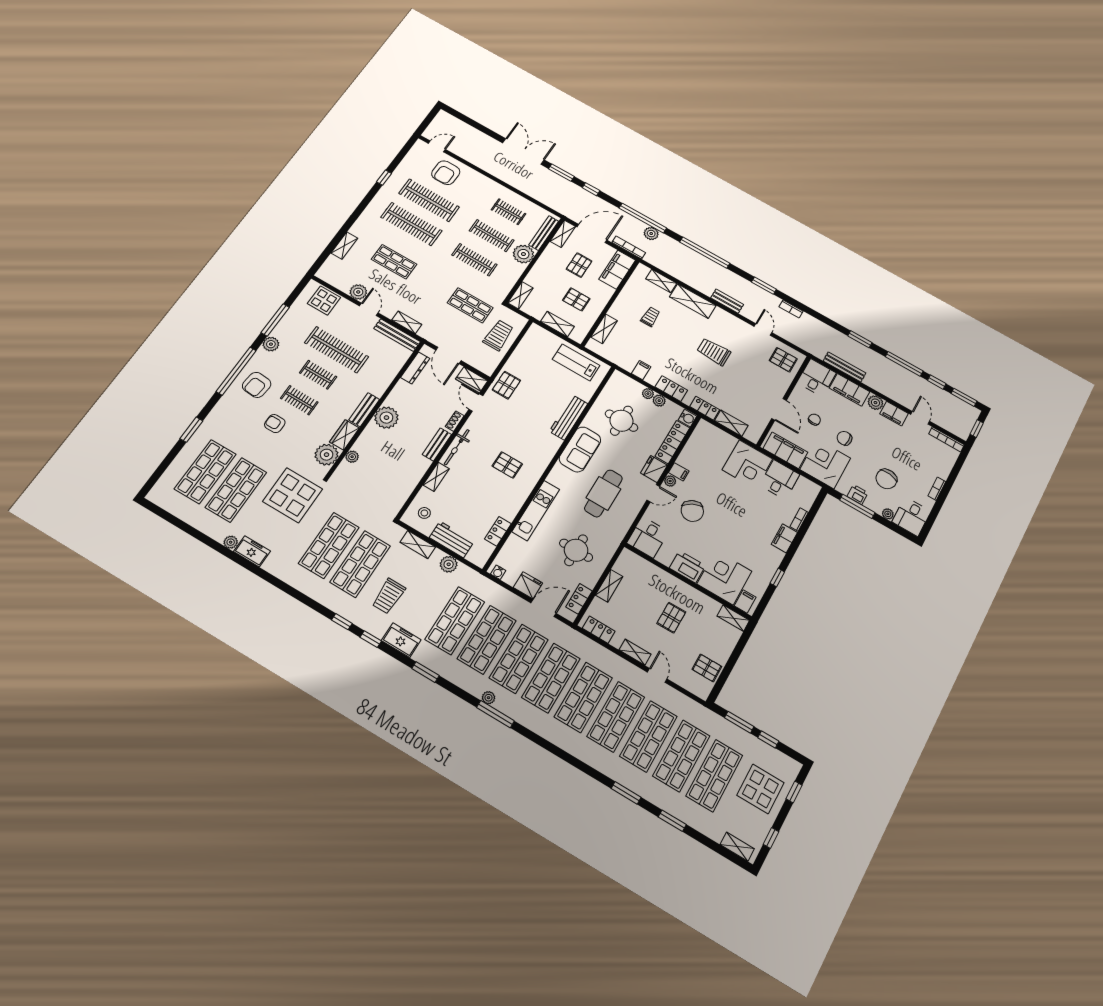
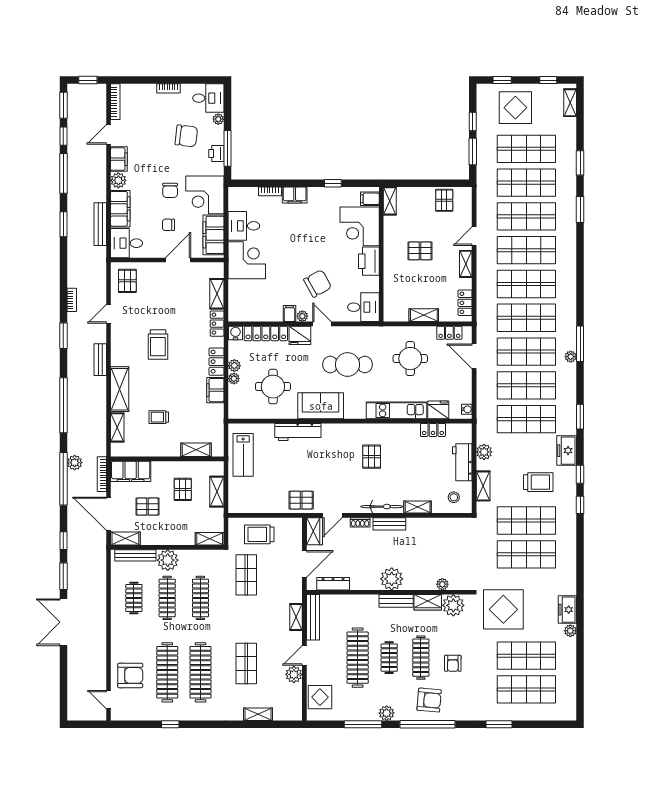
filing cabinet: (641, 370) -> (215, 390), width x2.00
clothes rail: (299, 400) -> (421, 658), width x1.36
fridge: (528, 585) -> (438, 410), moved, turned 90

